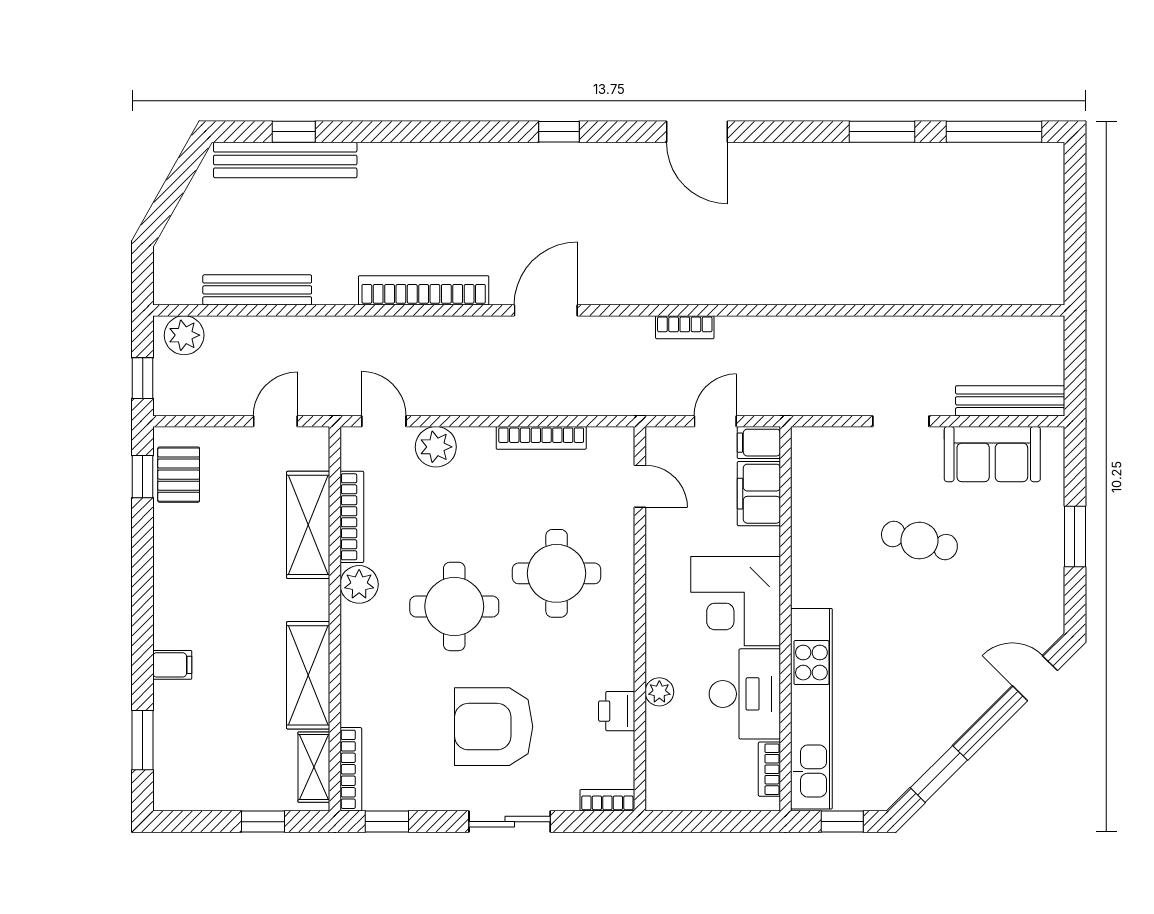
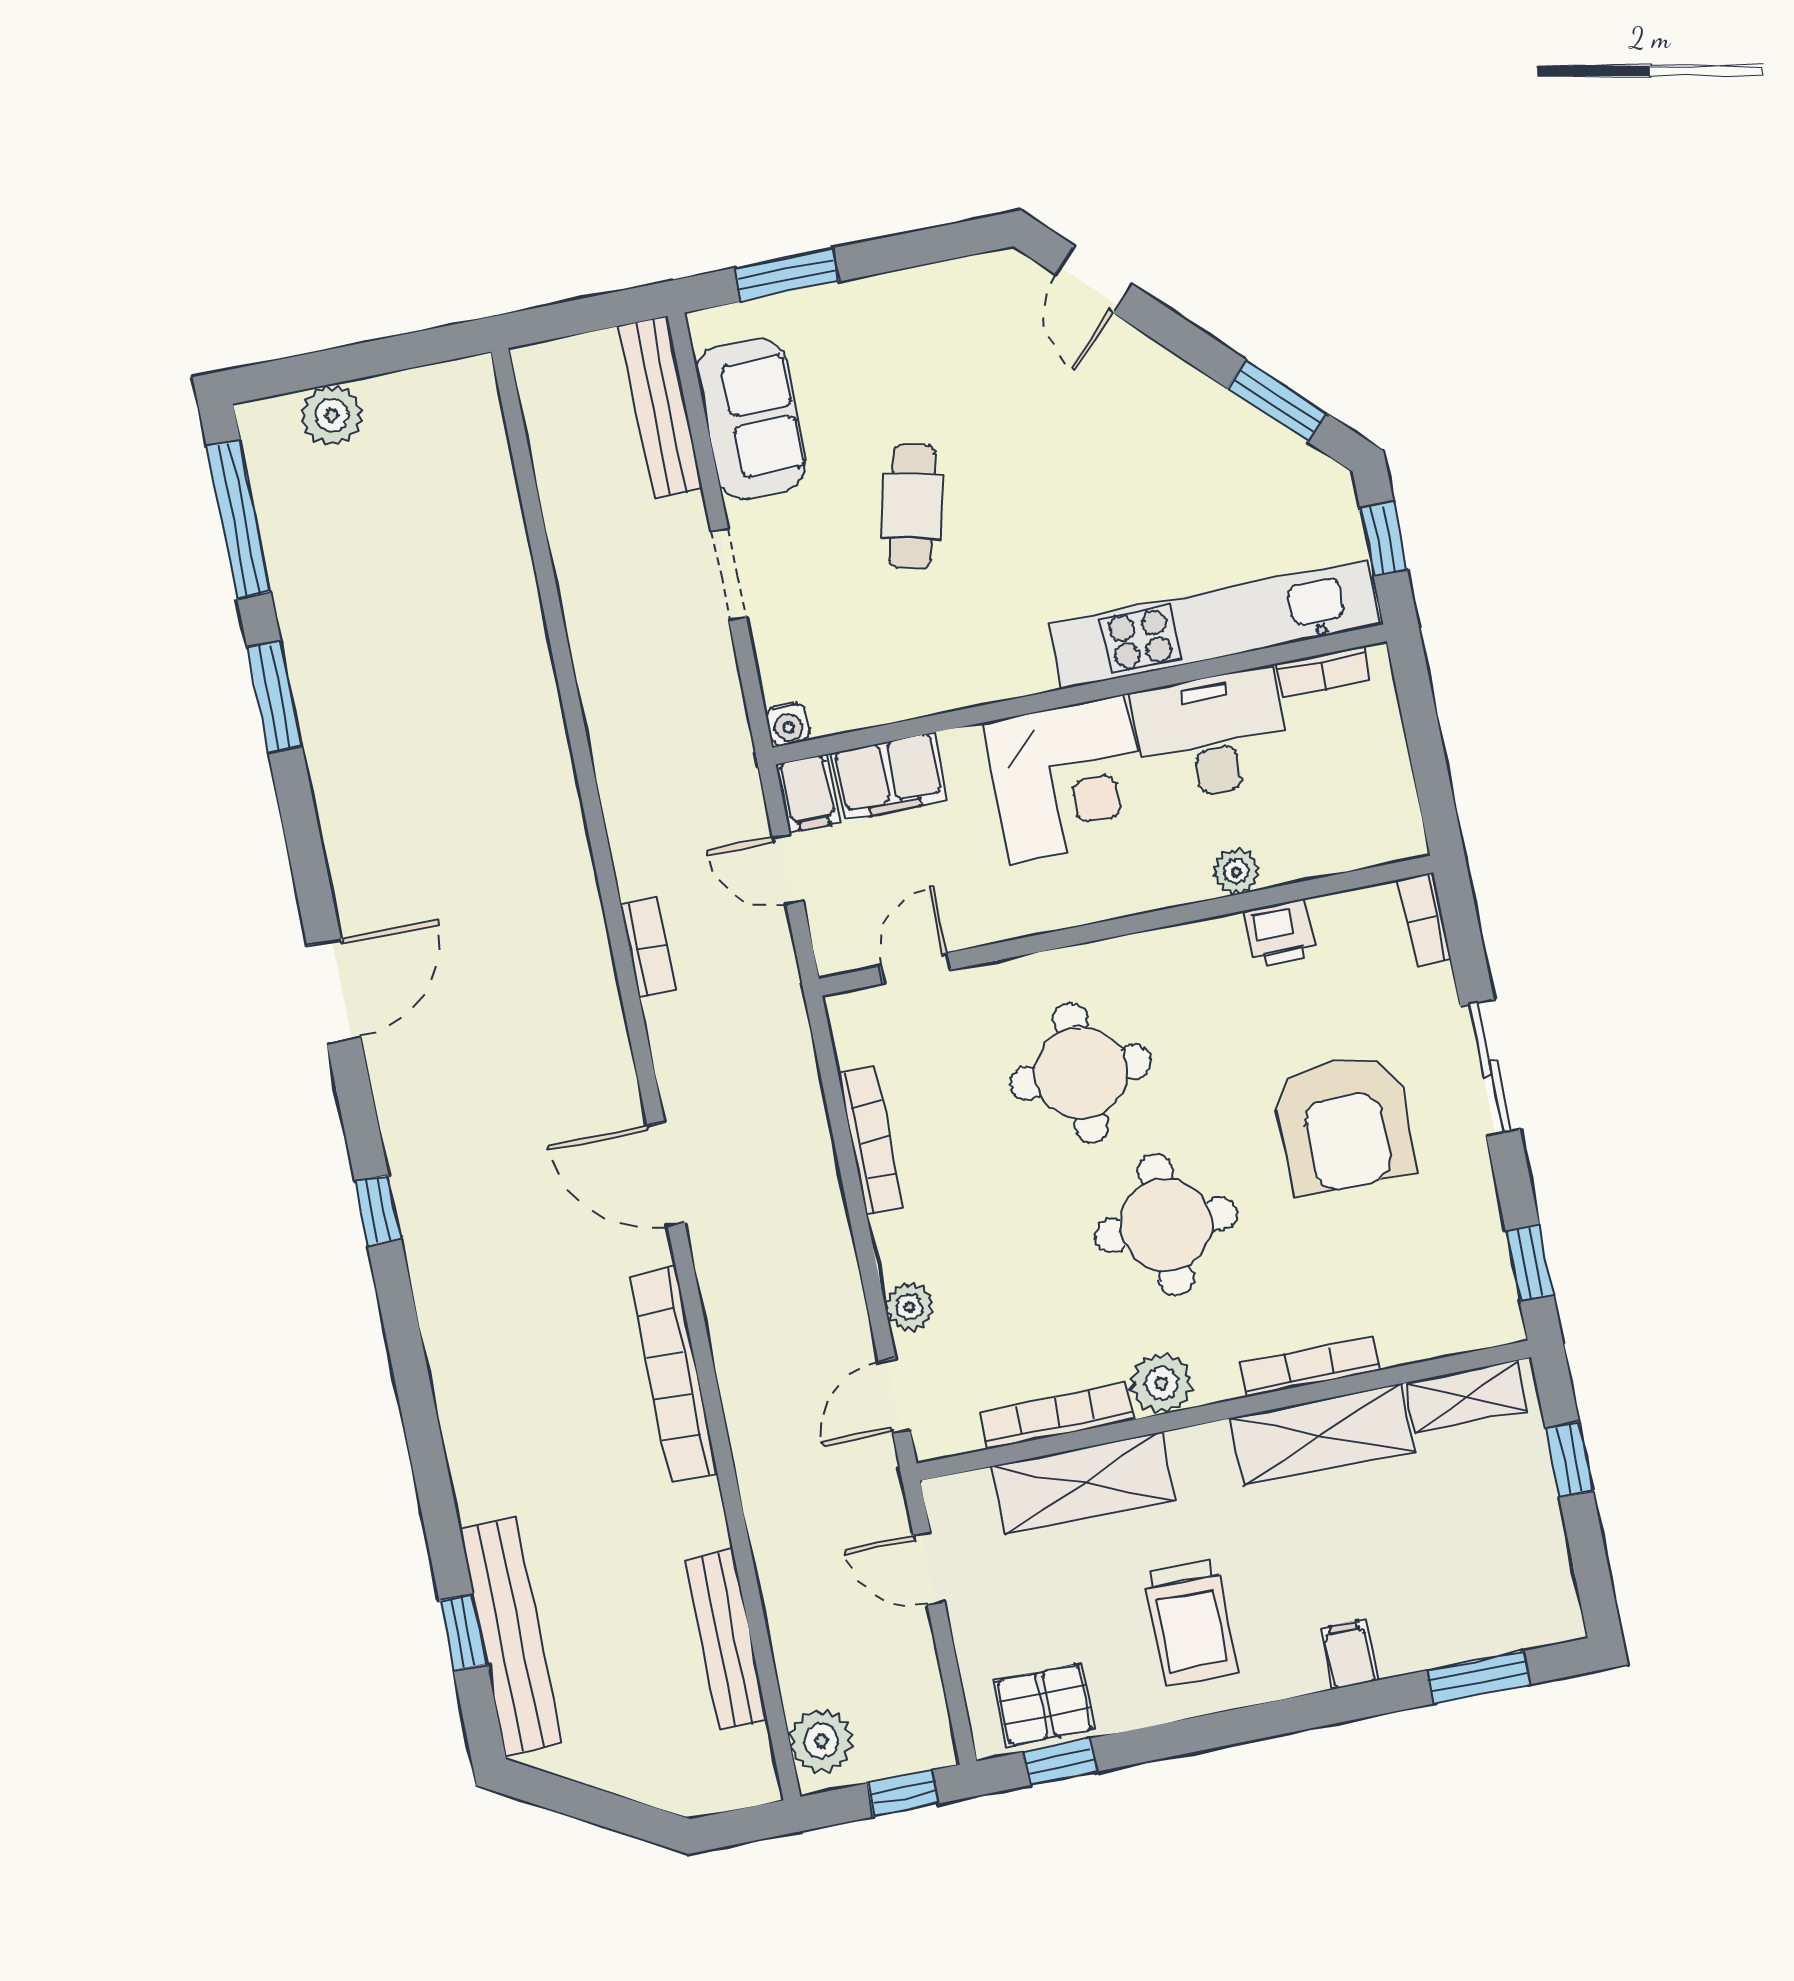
plant: (1045, 201) -> (332, 415), added
water cooler: (803, 439) -> (788, 724), added
plant: (436, 447) -> (909, 1307), width x0.73, depth x0.73
window: (1075, 536) -> (786, 275), moved
trolley: (211, 573) -> (1191, 1623), added
bookcase: (351, 769) -> (1310, 1367), moved

